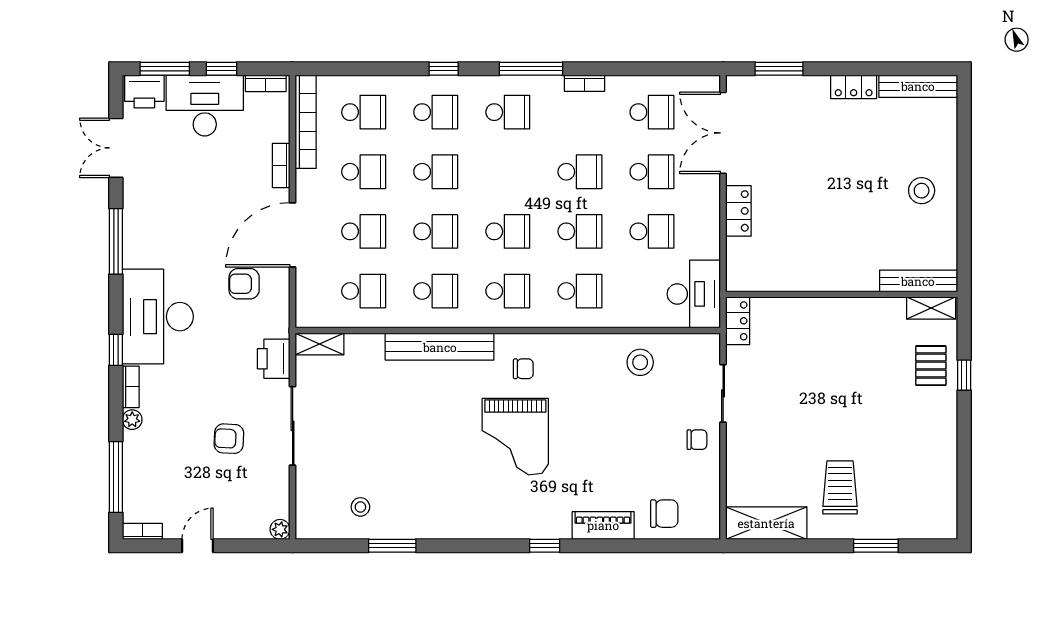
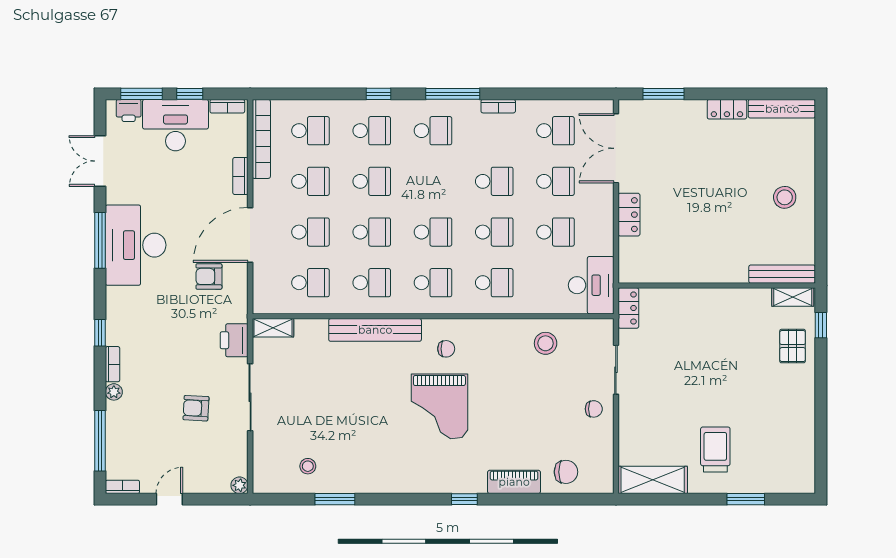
printer: (144, 92) -> (129, 111), width x0.73, depth x0.81
desk: (158, 317) -> (136, 245), moved
window: (964, 375) -> (821, 325), moved

